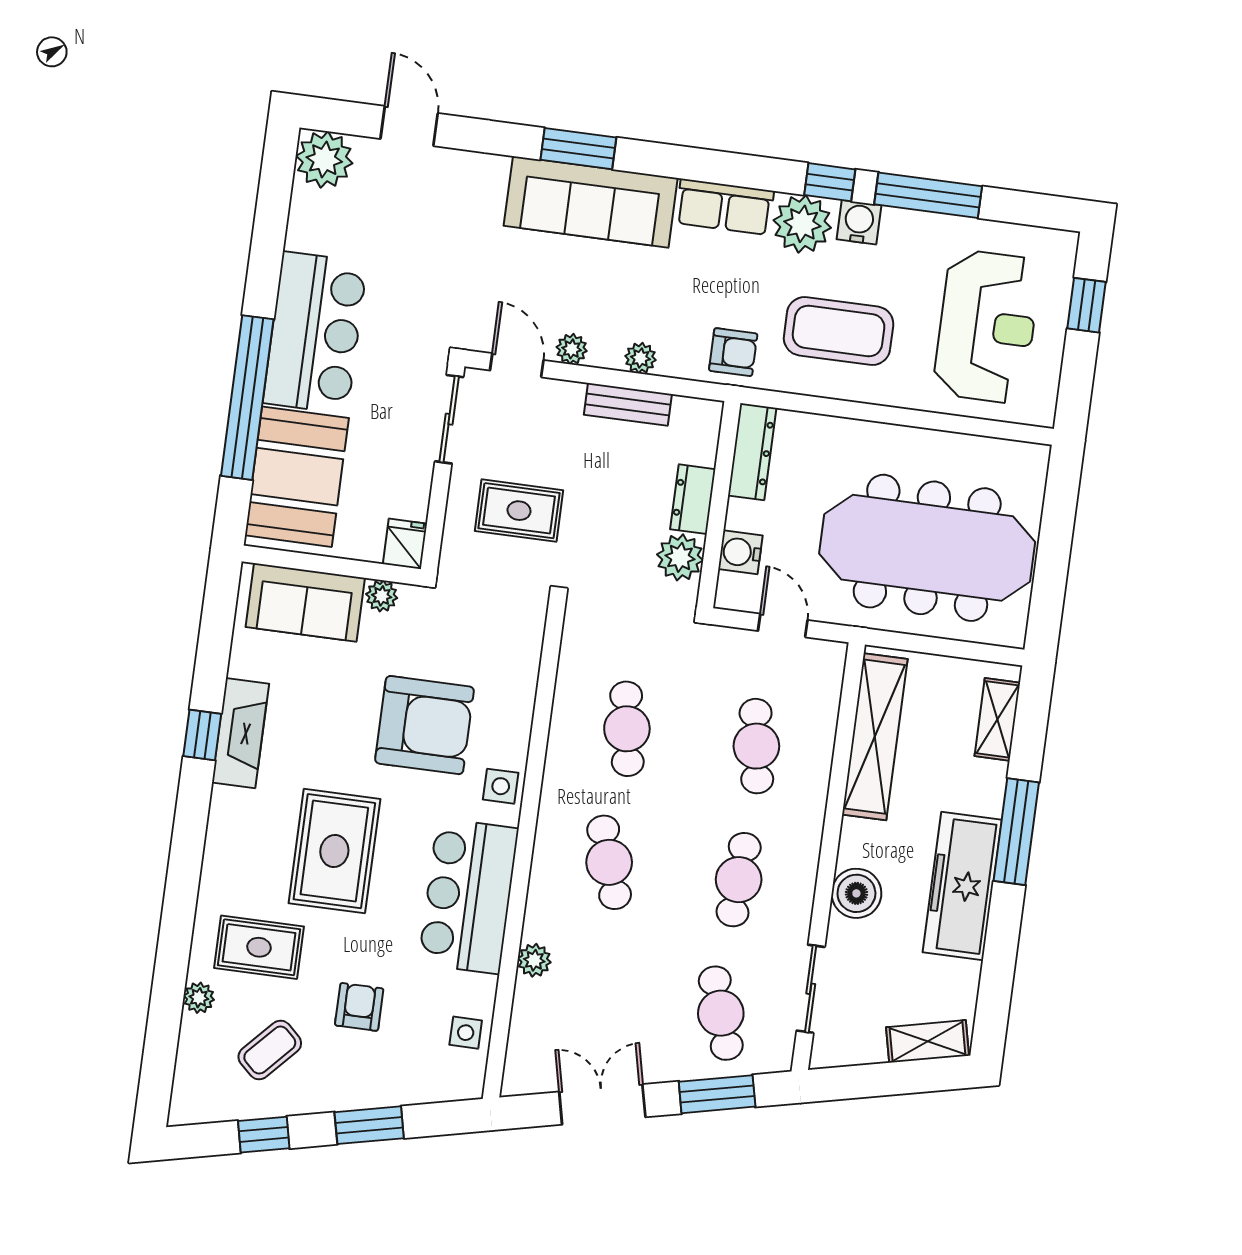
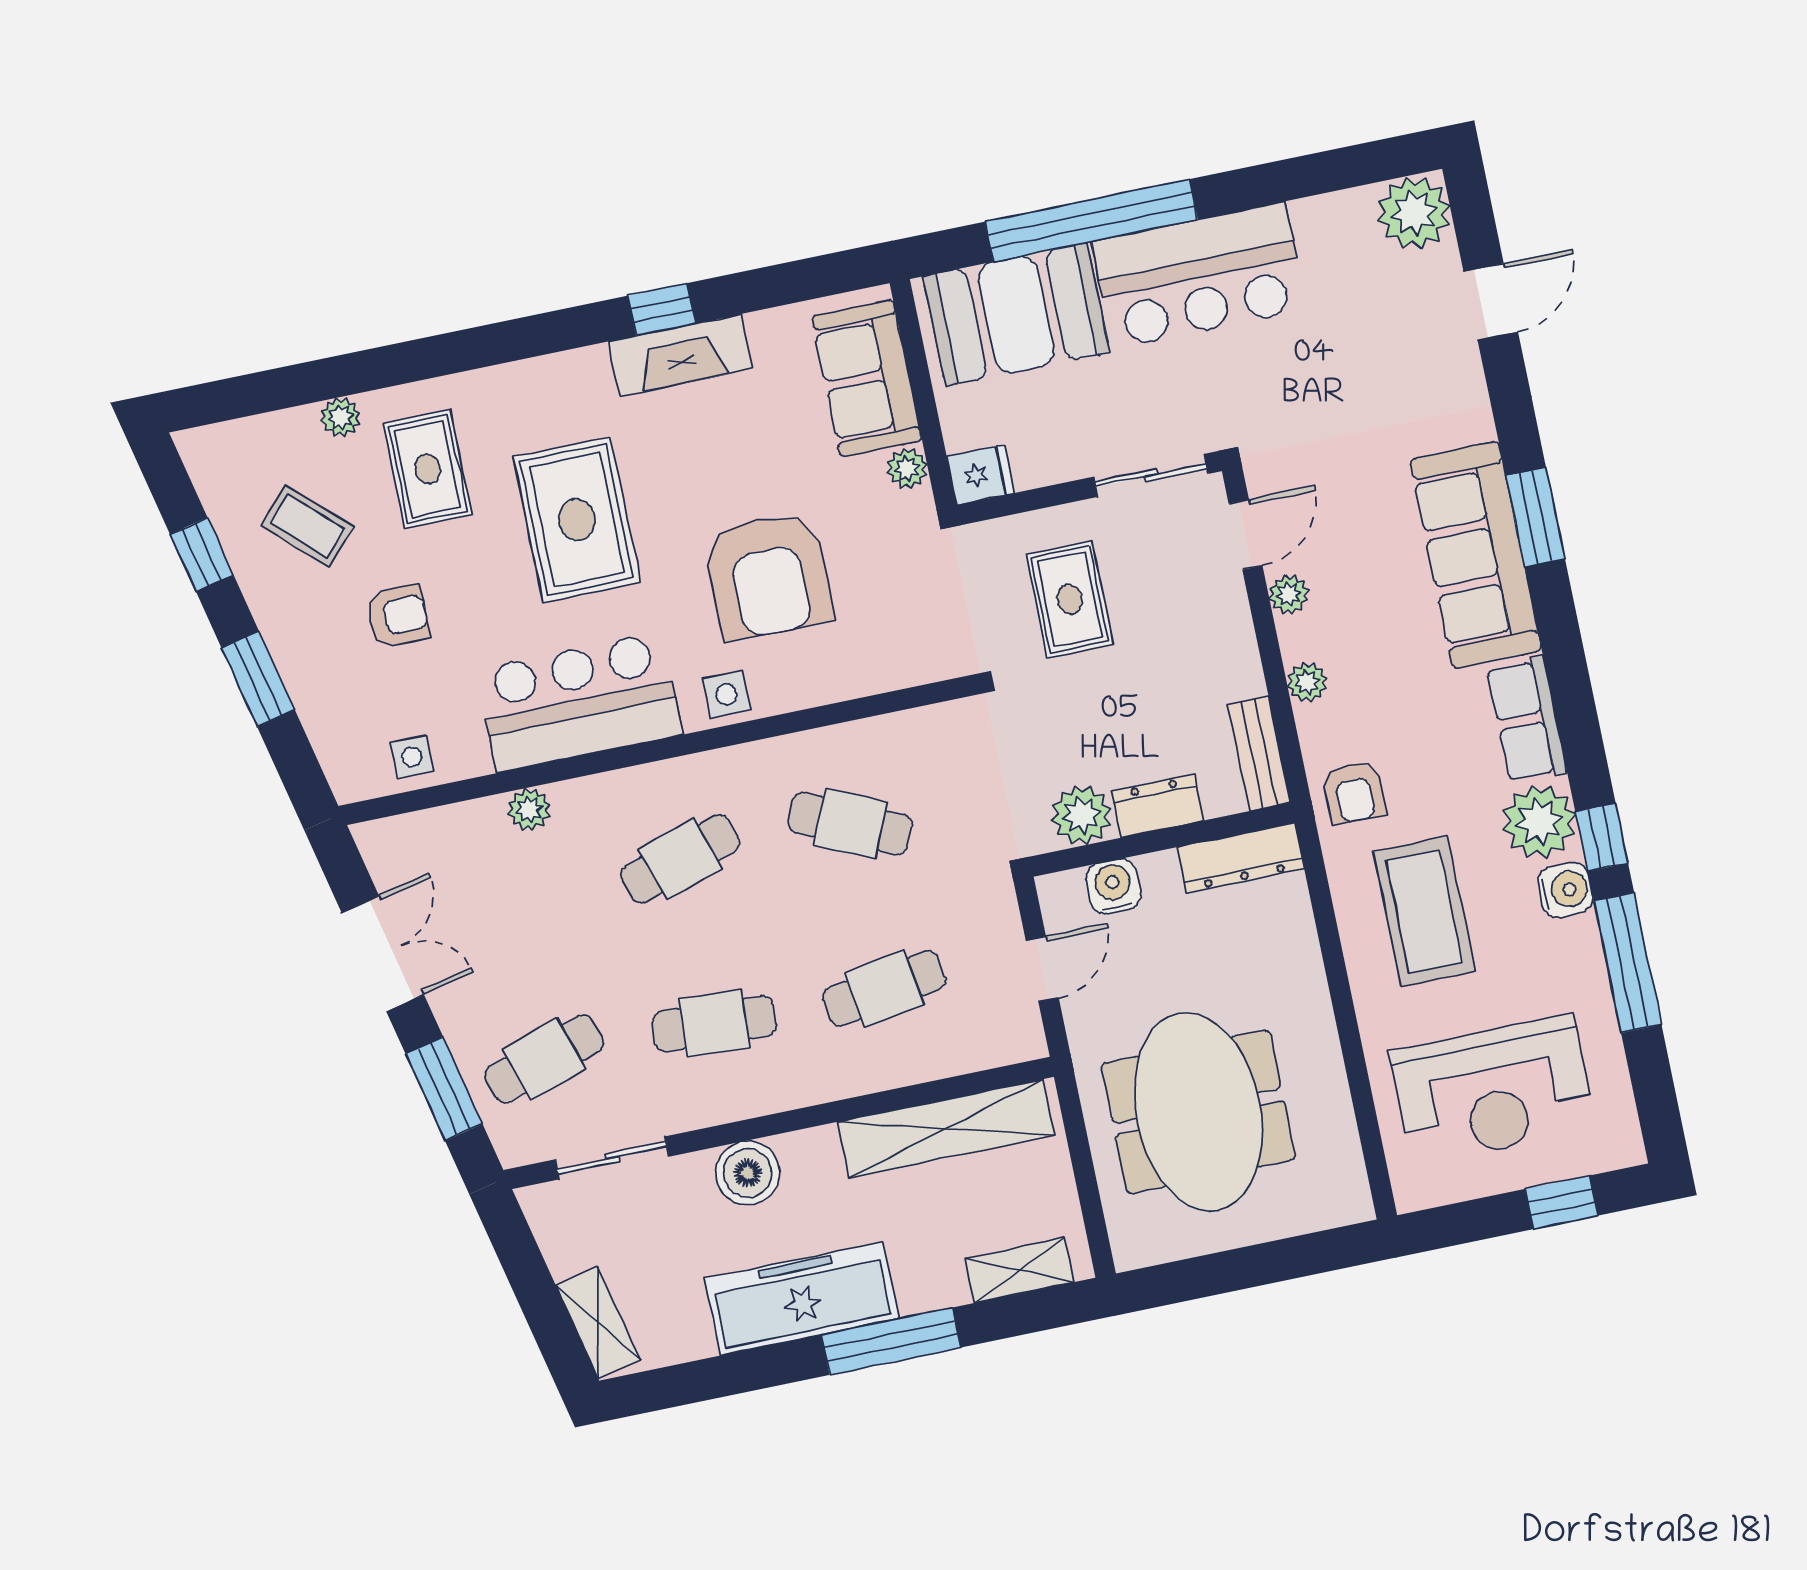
bench: (628, 404) -> (1259, 753), moved
meeting table: (927, 548) -> (1198, 1112), width x0.73
cafe table: (627, 729) -> (850, 824), turned 33
rug: (334, 851) -> (577, 520), turned 90

